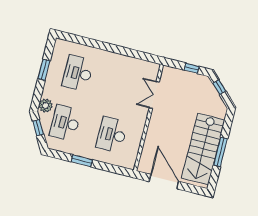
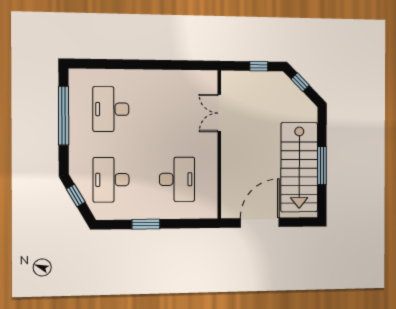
window: (44, 70) -> (64, 116), width x2.11
plant: (46, 106) -> (78, 163), removed
desk: (112, 135) -> (177, 179), turned 180
door: (164, 182) -> (260, 223), hinge flipped

